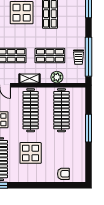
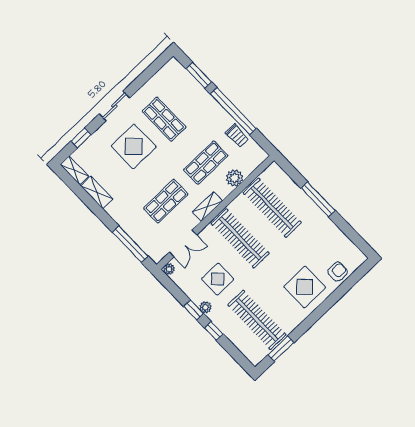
window: (88, 57) -> (233, 111), moved
display table: (31, 153) -> (305, 287), moved

